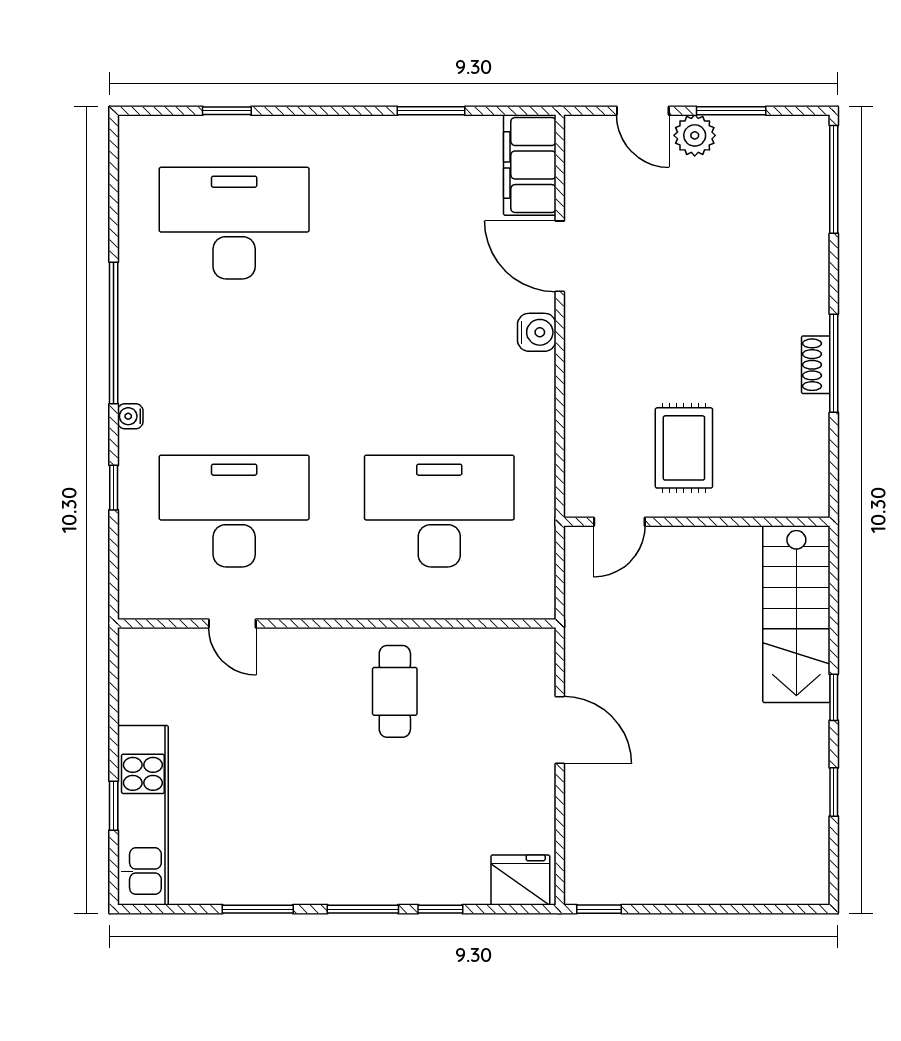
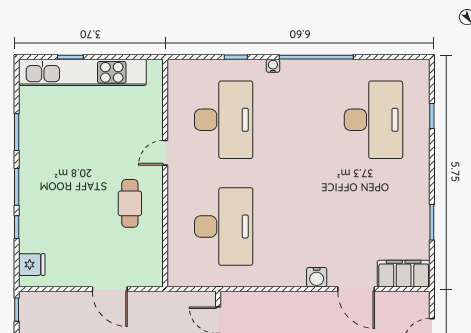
door: (560, 256) -> (356, 289), swing flipped
door: (232, 623) -> (165, 153), moved
cafe table: (395, 691) -> (130, 203), turned 90
door: (560, 730) -> (110, 289), hinge flipped
kitchen unit: (143, 815) -> (82, 72), width x1.36
fridge: (520, 880) -> (32, 265), width x0.72

